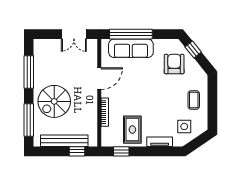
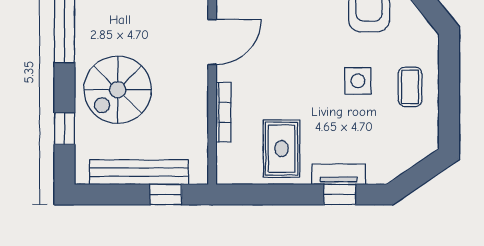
window: (29, 120) -> (64, 129), width x0.46
side table: (184, 126) -> (358, 81), moved
window: (121, 151) -> (340, 194), moved

